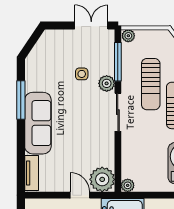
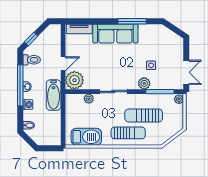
sliding door: (118, 112) -> (113, 92), moved
plant: (128, 185) -> (89, 99), moved

